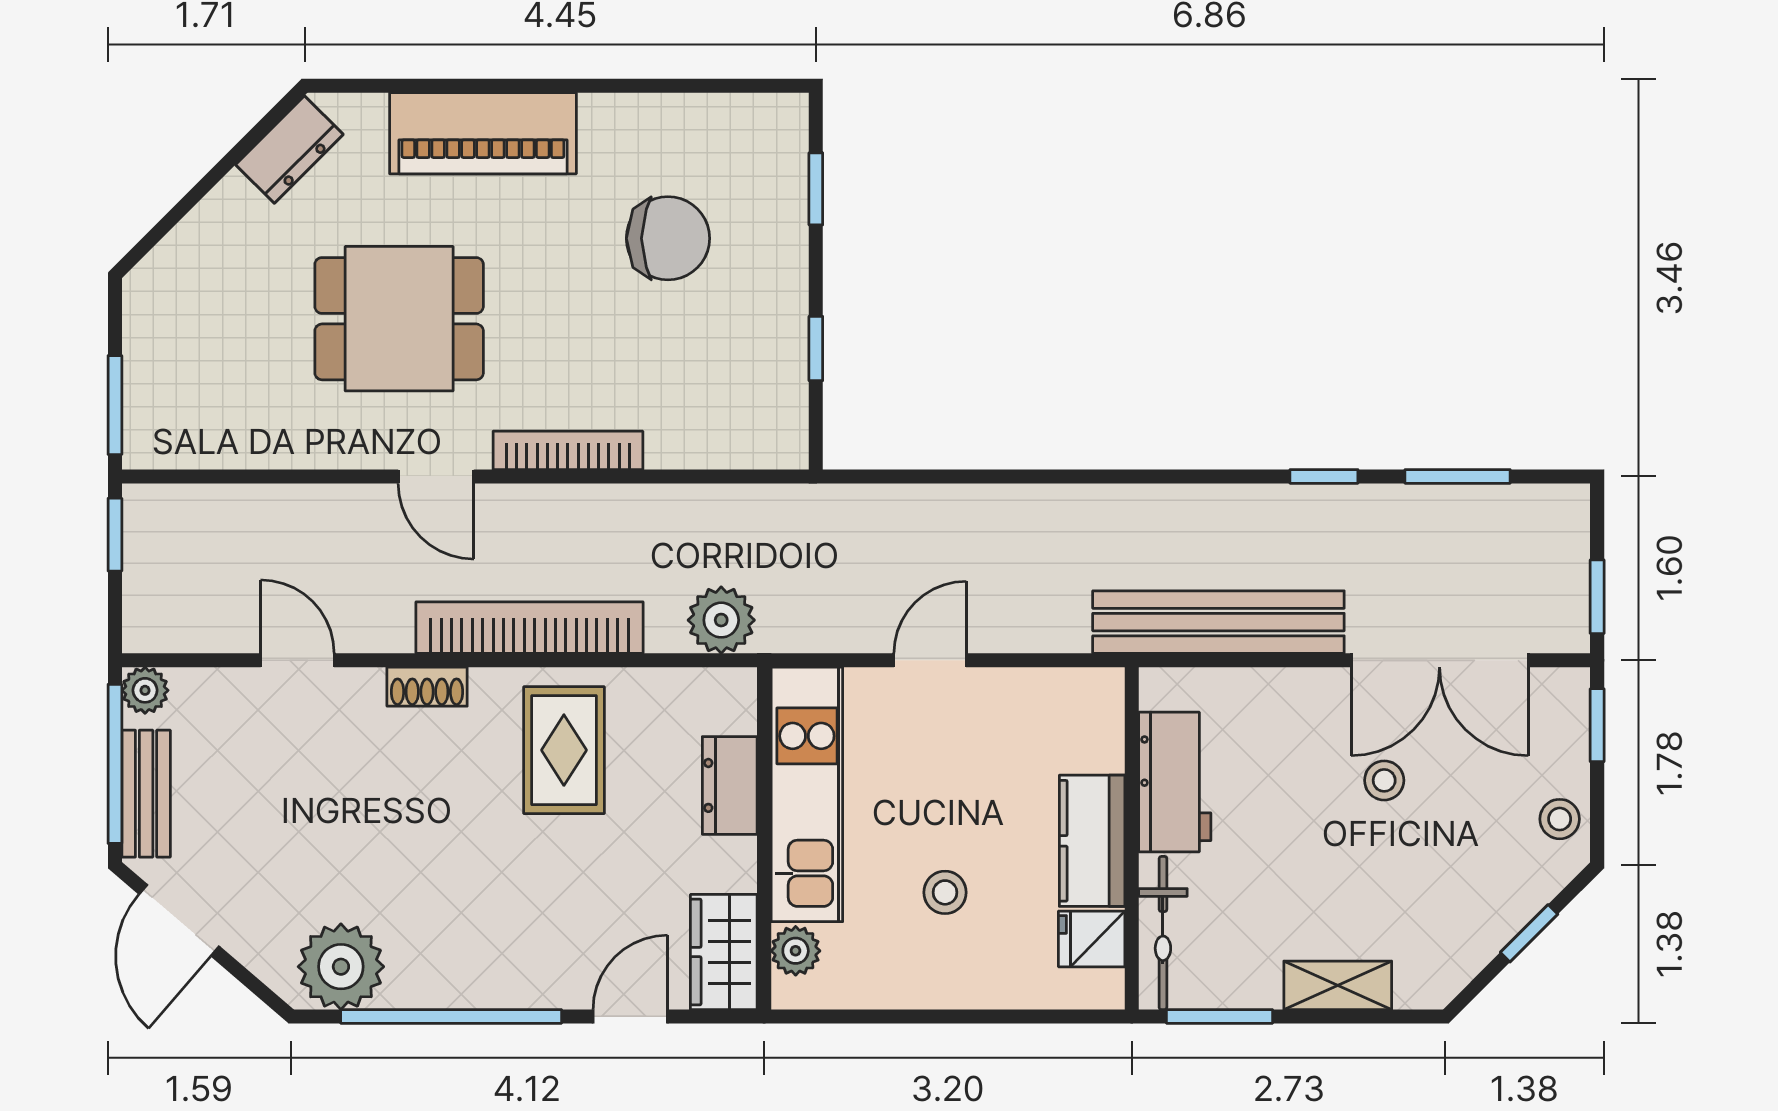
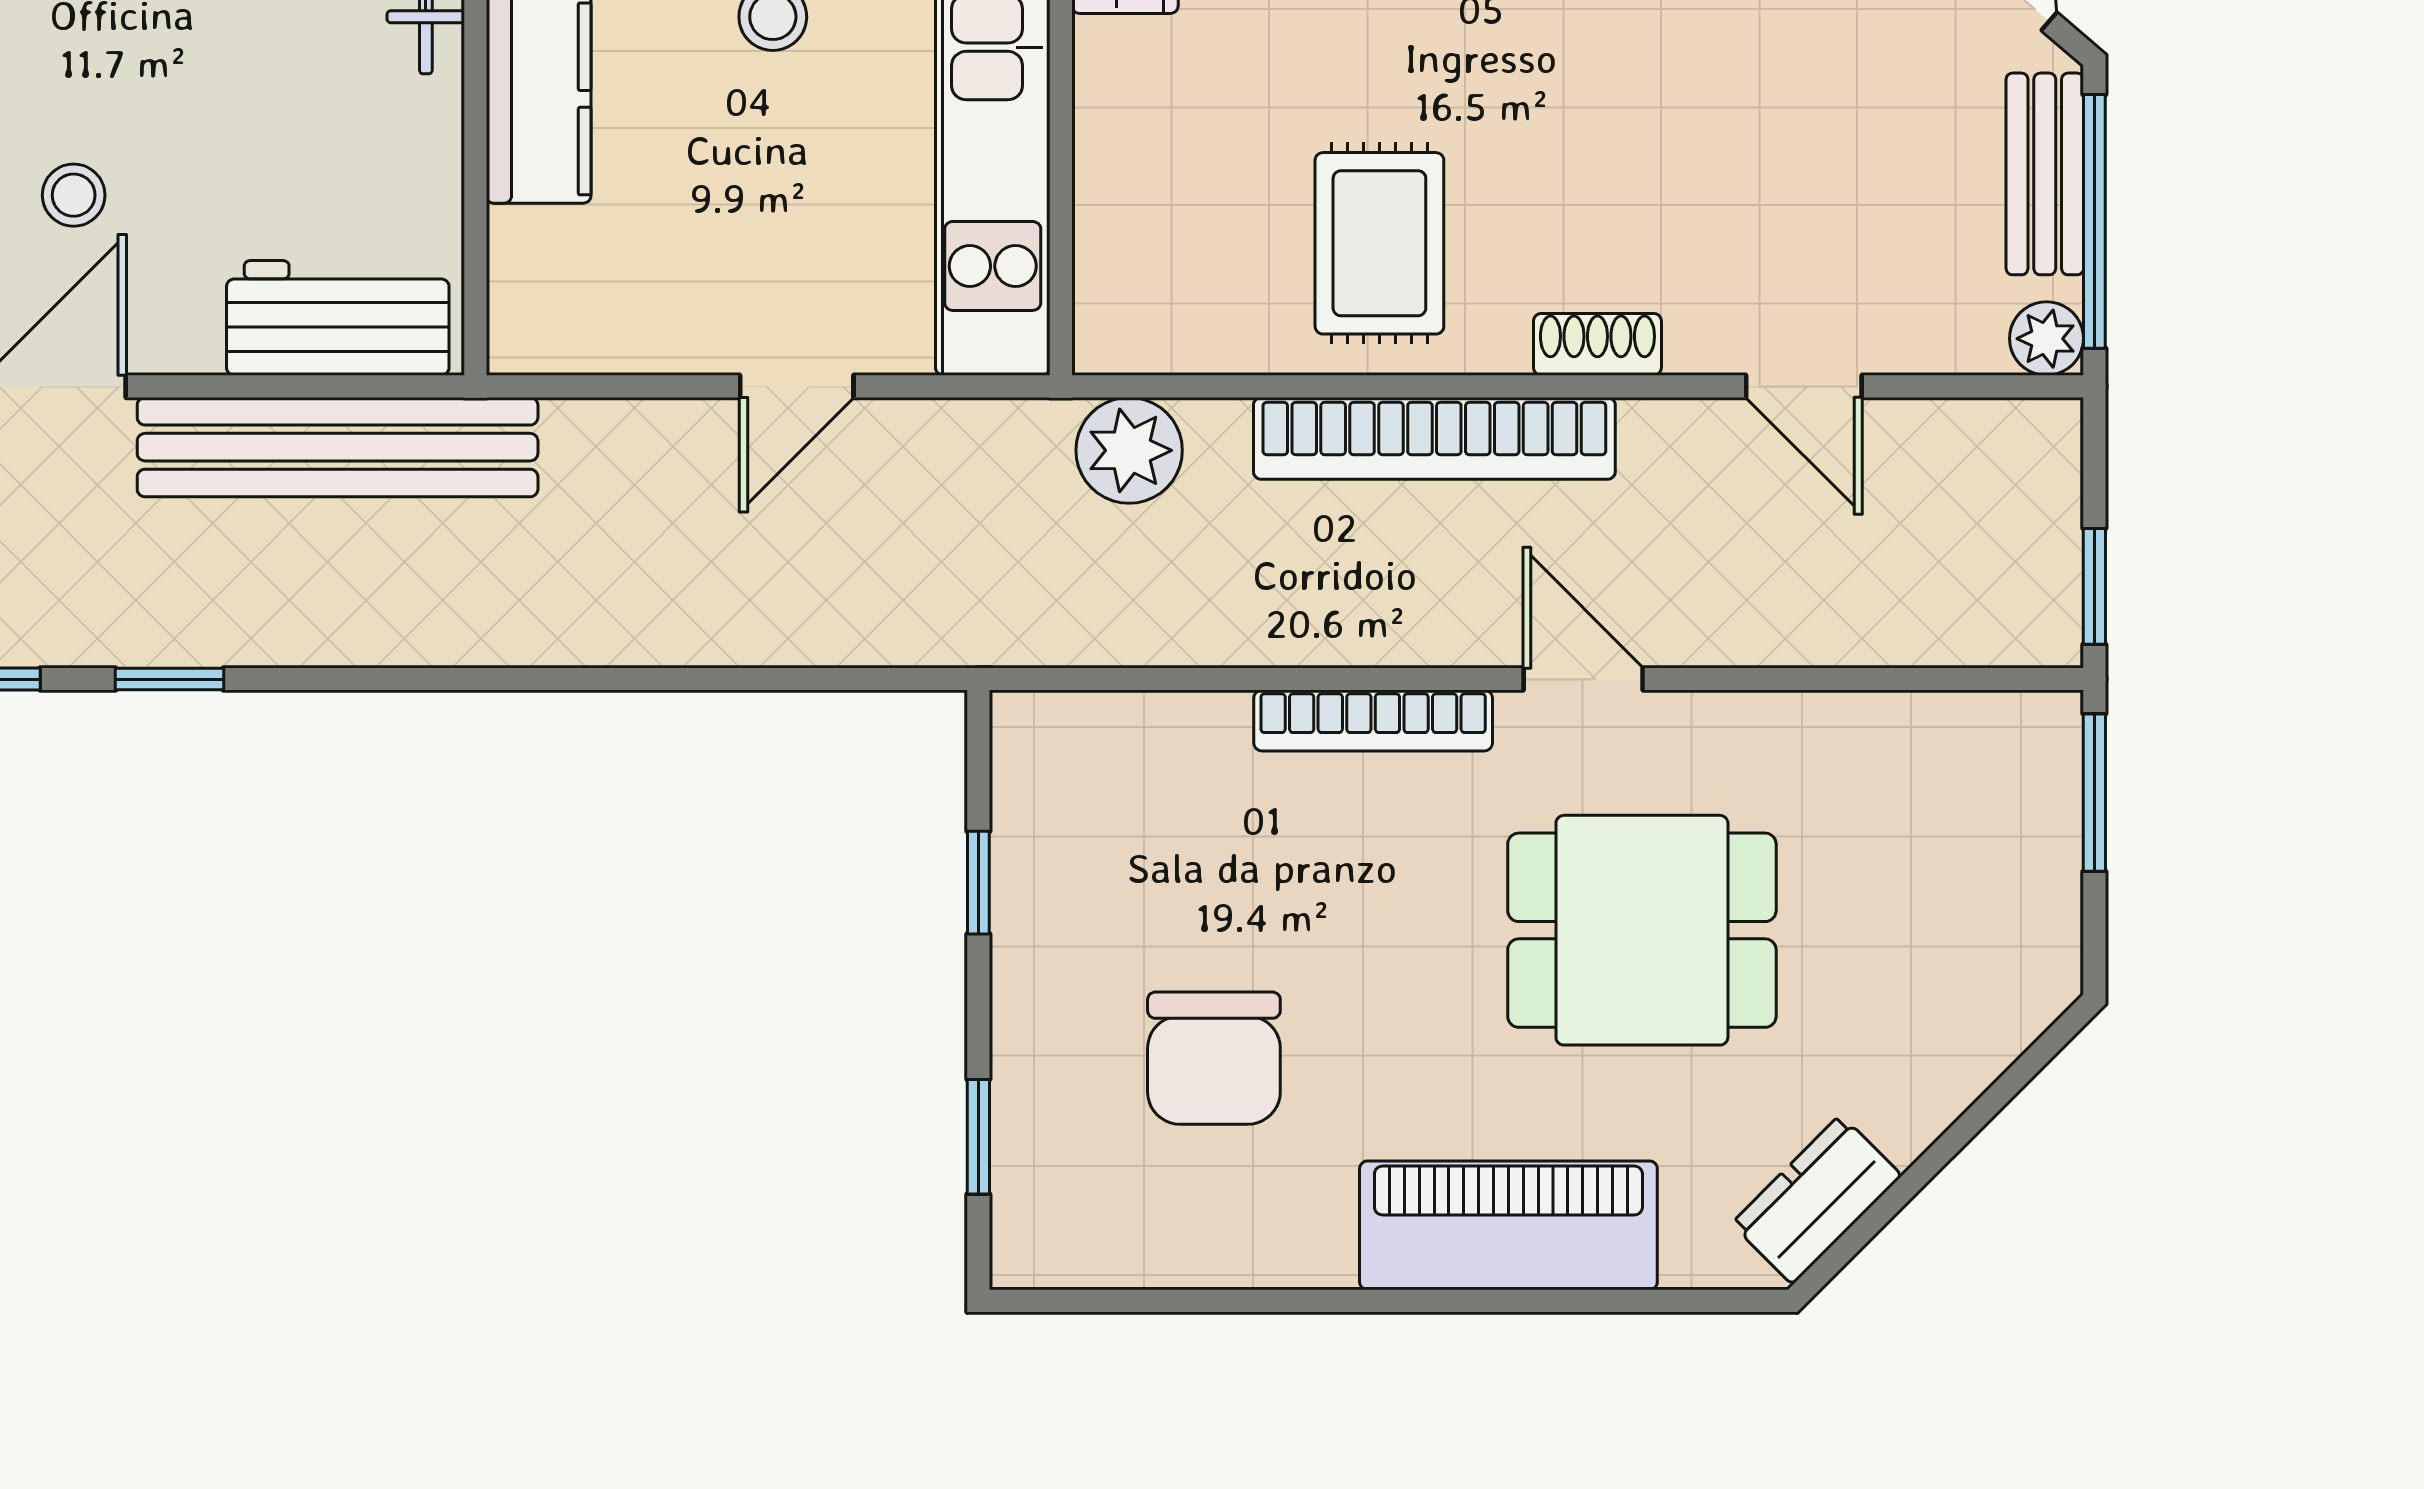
chair: (668, 238) -> (1214, 1058), turned -90
workbench: (1175, 782) -> (338, 318), moved, turned 90
dresser: (730, 785) -> (1116, 187), removed

